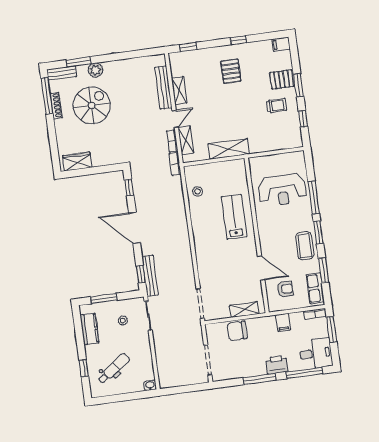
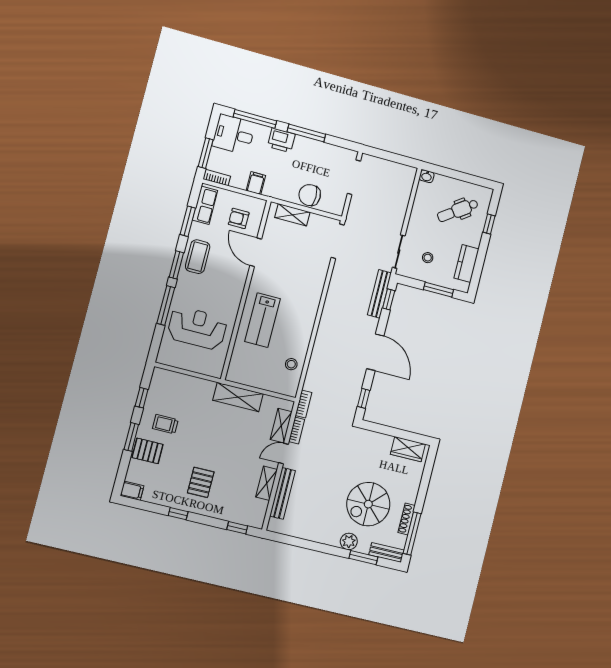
chair: (237, 331) -> (310, 195), turned 180

